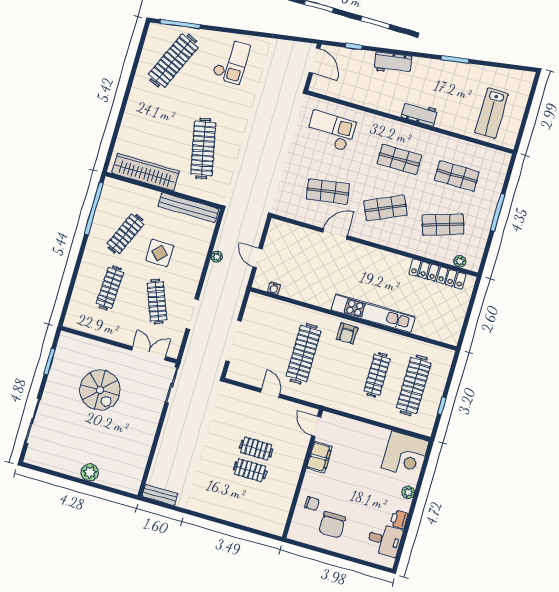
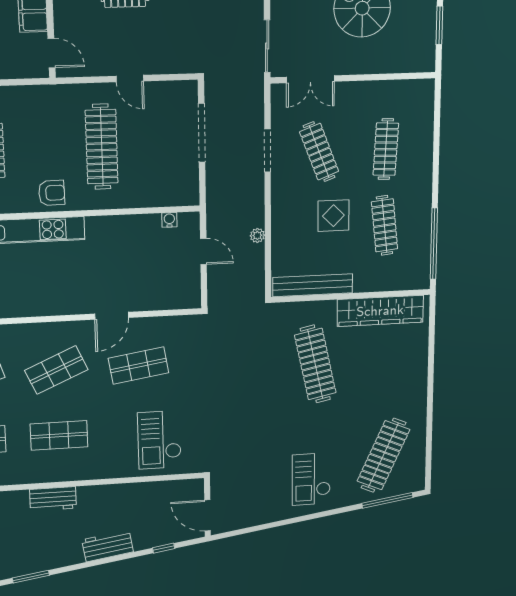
checkout: (331, 131) -> (159, 440), turned 90
clothes rail: (126, 234) -> (385, 225), turned -30
armchair: (347, 333) -> (52, 193), turned 89

